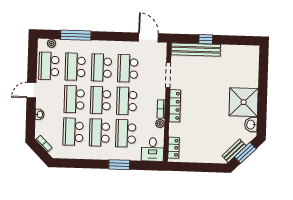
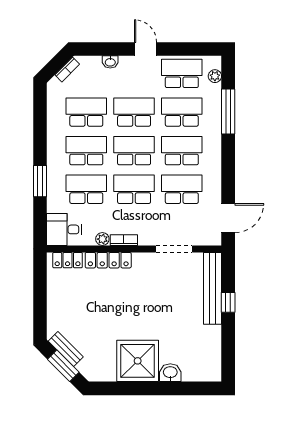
locker: (175, 106) -> (108, 260), moved
washbasin: (251, 125) -> (170, 373), moved

